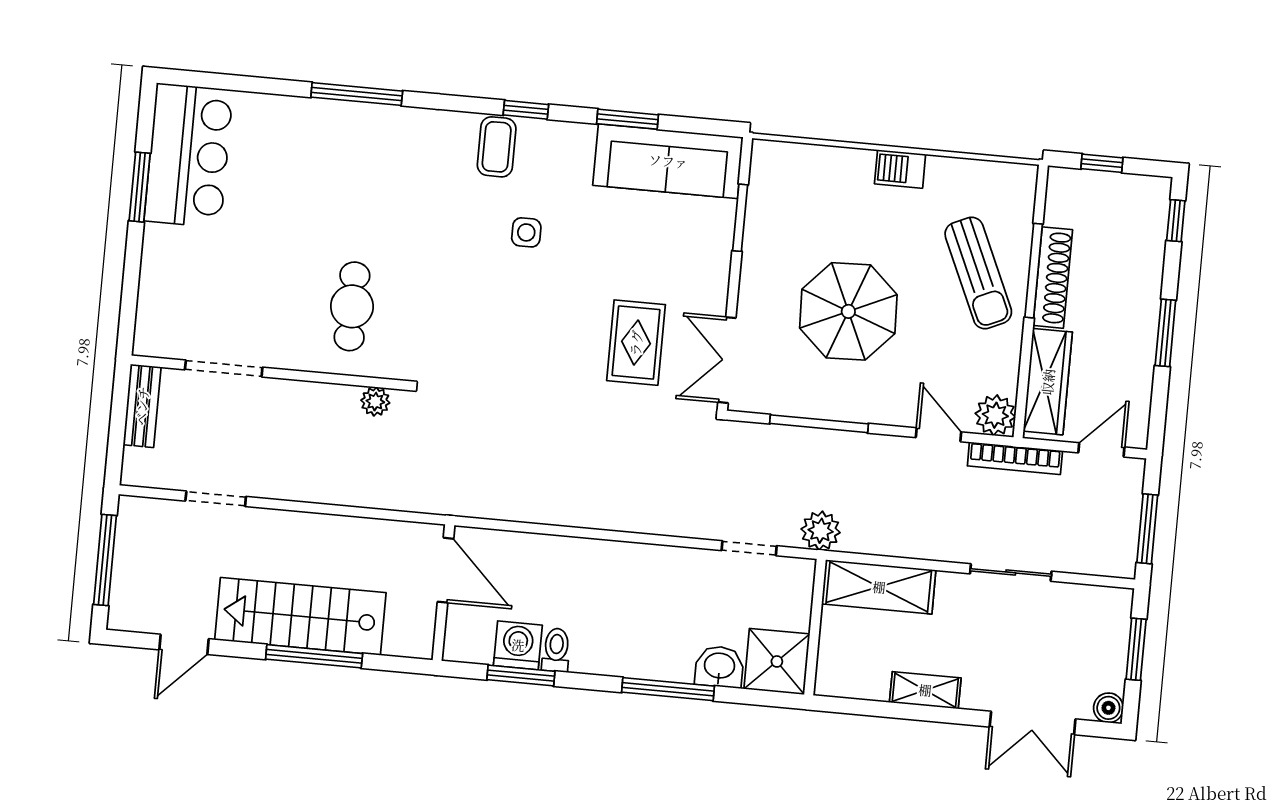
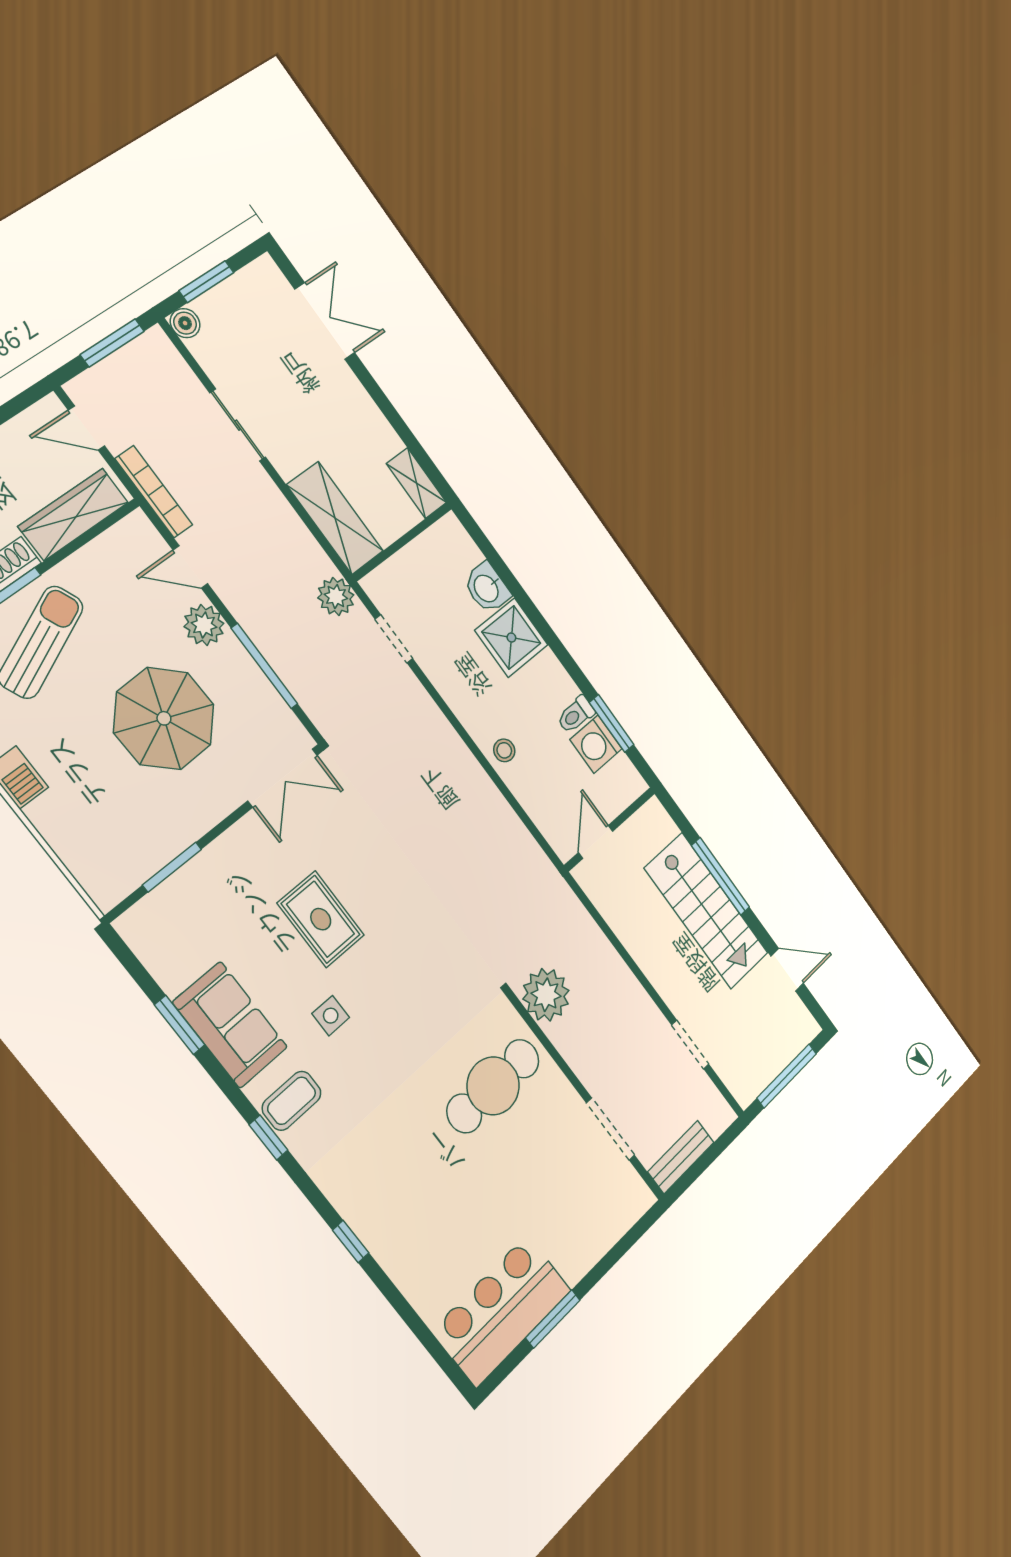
window: (357, 94) -> (351, 1242), width x0.46
window: (526, 110) -> (268, 1137), moved
sofa: (668, 161) -> (230, 1025), moved, width x0.73
cafe table: (352, 306) -> (493, 1086), width x1.37, depth x1.35
rug: (636, 343) -> (321, 919), moved, turned 90
plant: (375, 402) -> (546, 995), width x1.87, depth x1.87
plant: (995, 415) -> (204, 625), moved
door: (938, 435) -> (190, 567), hinge flipped
stool: (585, 560) -> (504, 750), added
door: (445, 570) -> (596, 842), width x0.73
shower: (777, 661) -> (511, 638), moved
window: (668, 689) -> (532, 611), removed
shelving: (925, 690) -> (416, 483), moved
boiler: (1108, 708) -> (185, 323), moved

